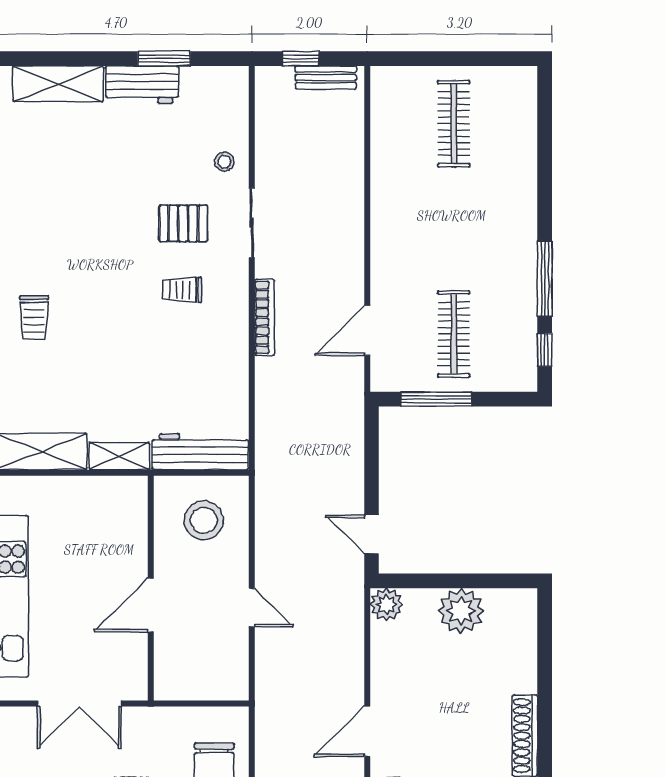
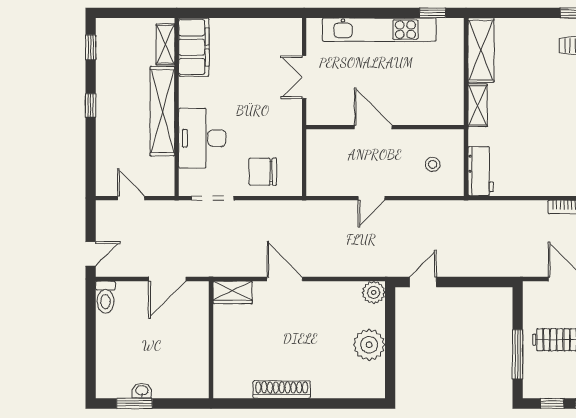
window: (436, 399) -> (518, 354), moved
workbench: (200, 452) -> (481, 171), width x0.73
stool: (204, 520) -> (433, 164), width x0.53, depth x0.53
double door: (79, 704) -> (304, 77), width x0.73

